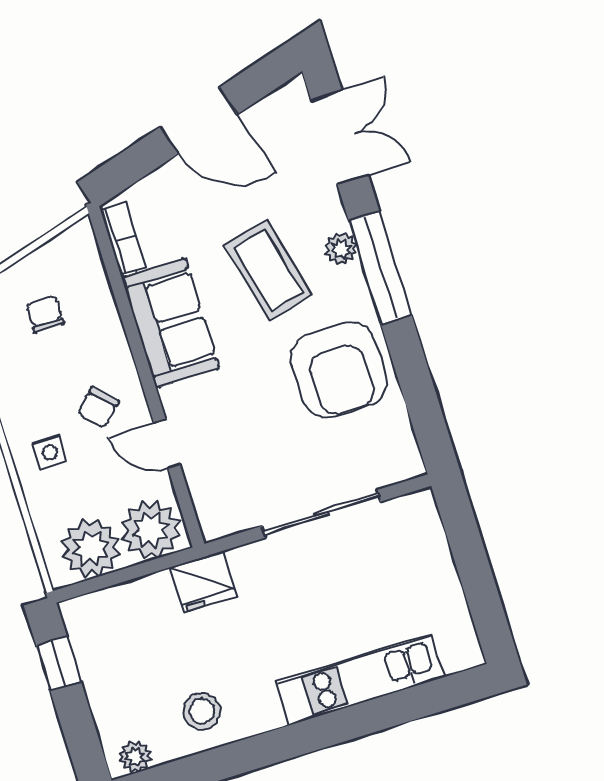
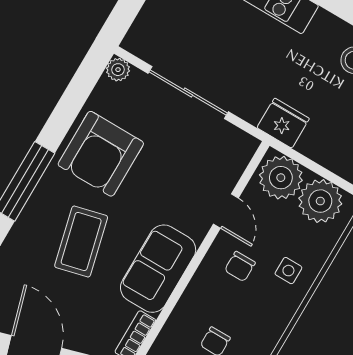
plant: (341, 249) -> (118, 70), moved
armchair: (339, 370) -> (101, 154), turned 180
chair: (98, 407) -> (240, 267), turned 134

